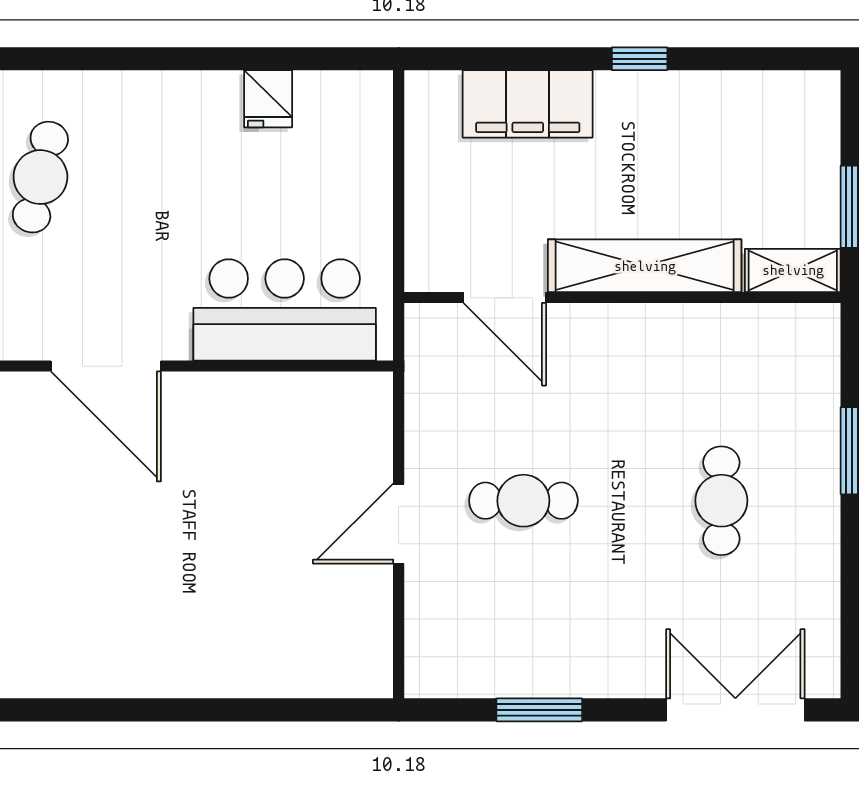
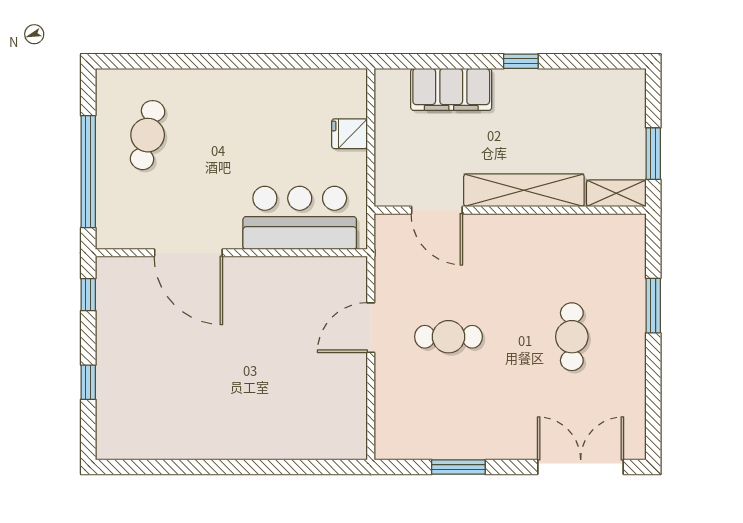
fridge: (268, 99) -> (349, 134), moved, turned 90
door: (399, 524) -> (371, 328), moved

